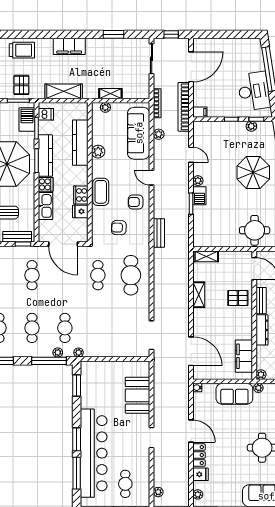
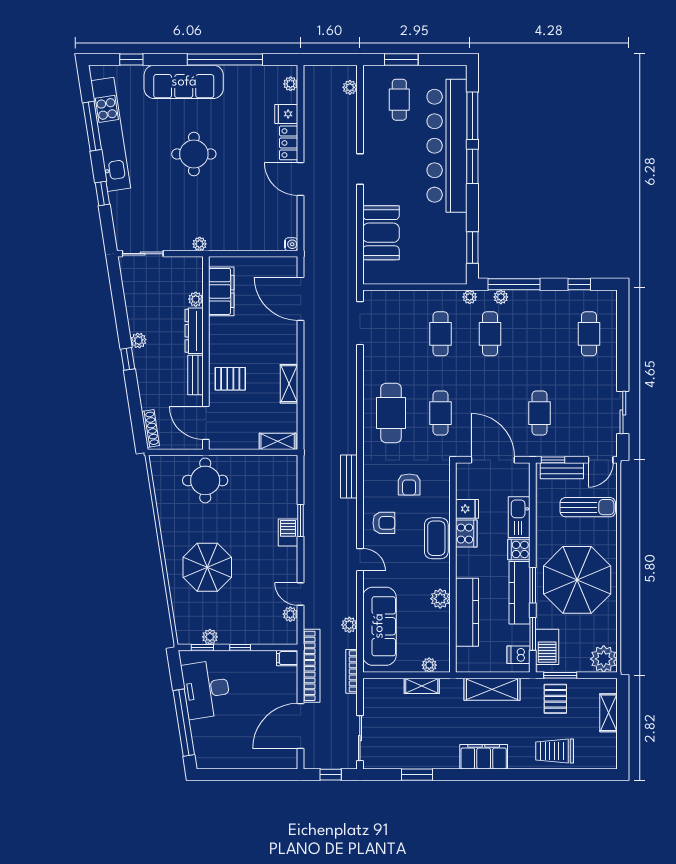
plant: (198, 181) -> (290, 614), moved
armchair: (119, 228) -> (409, 485), turned 88
cafe table: (32, 328) -> (440, 334), moved
plant: (261, 375) -> (196, 299), moved
sofa: (234, 394) -> (235, 235), removed

